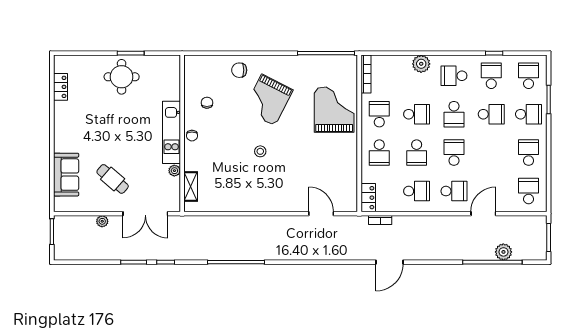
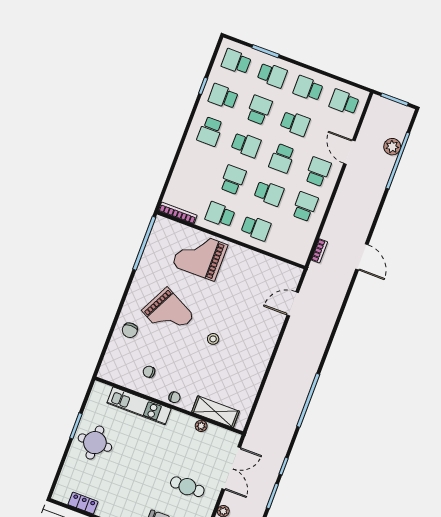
plant: (421, 64) -> (187, 158), removed
school desk: (529, 114) -> (272, 75), turned 90
kitchen unit: (171, 132) -> (139, 406), moved
school desk: (454, 153) -> (282, 158), turned -90
school desk: (491, 153) -> (295, 123), added
cafe table: (113, 179) -> (187, 487), turned 49
shelving: (191, 187) -> (215, 412), width x1.50, depth x1.33
locker: (368, 198) -> (294, 254), removed

